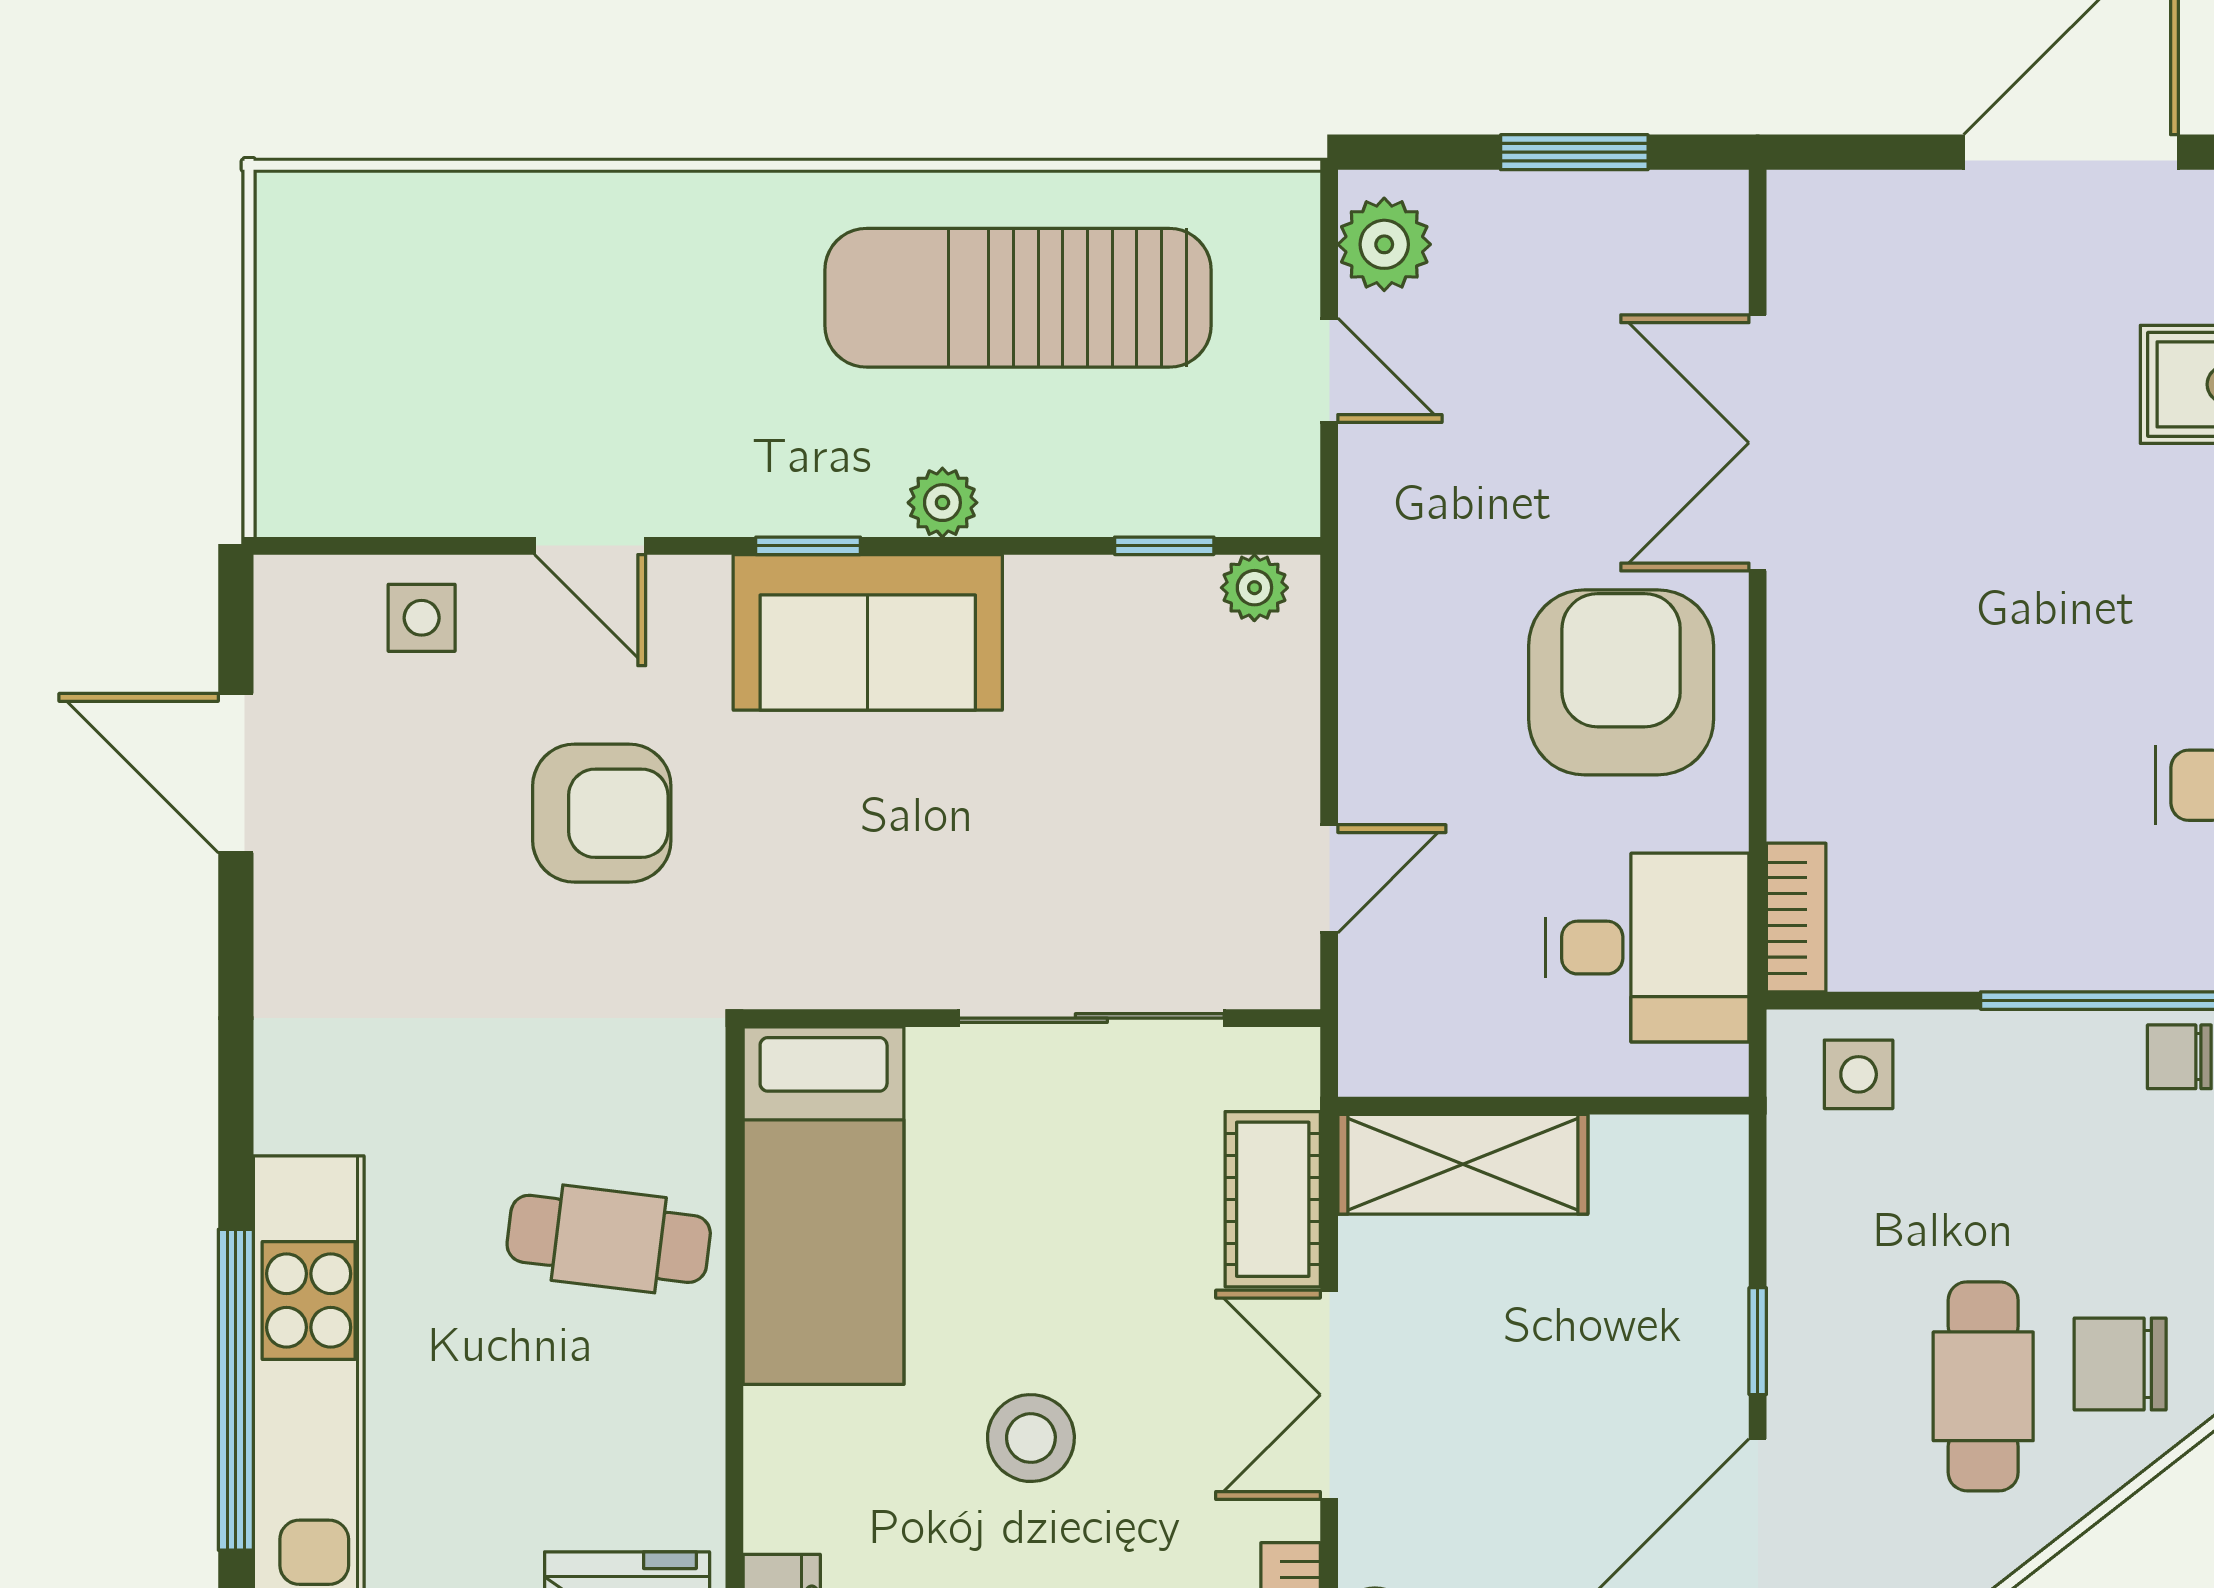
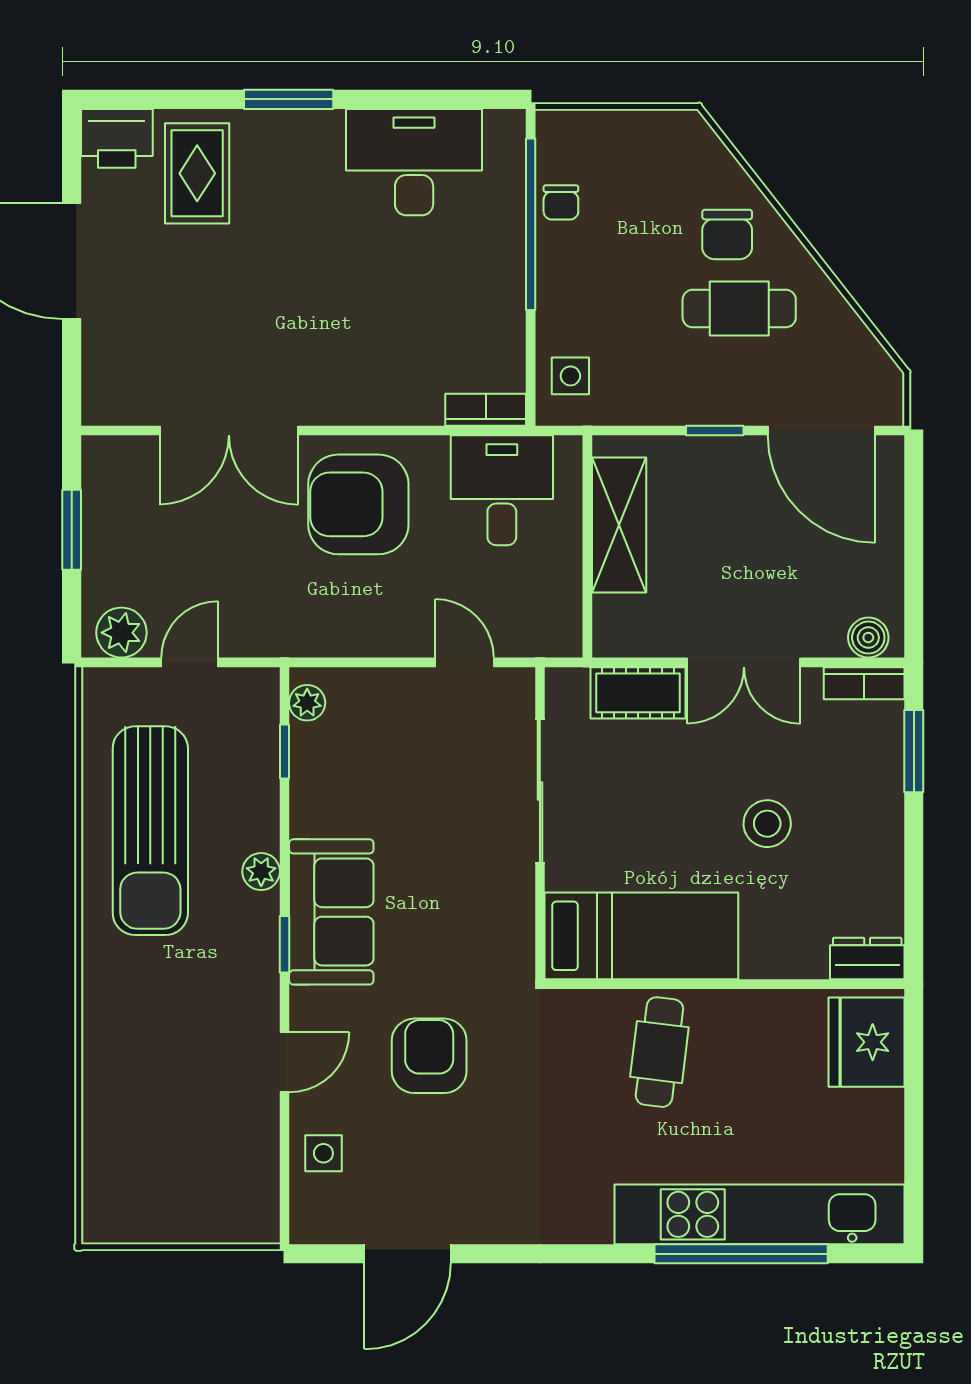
shelving: (1463, 1164) -> (619, 525), moved

